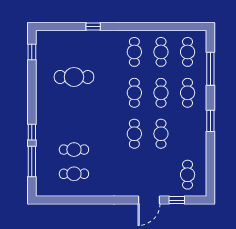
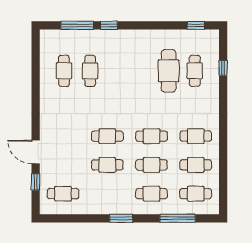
window: (93, 27) -> (223, 68), moved
cafe table: (74, 53) -> (195, 71), added

